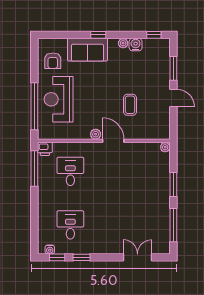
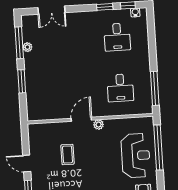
door: (113, 141) -> (81, 119), swing flipped
plant: (165, 147) -> (27, 47), moved
printer: (45, 149) -> (146, 108), removed

